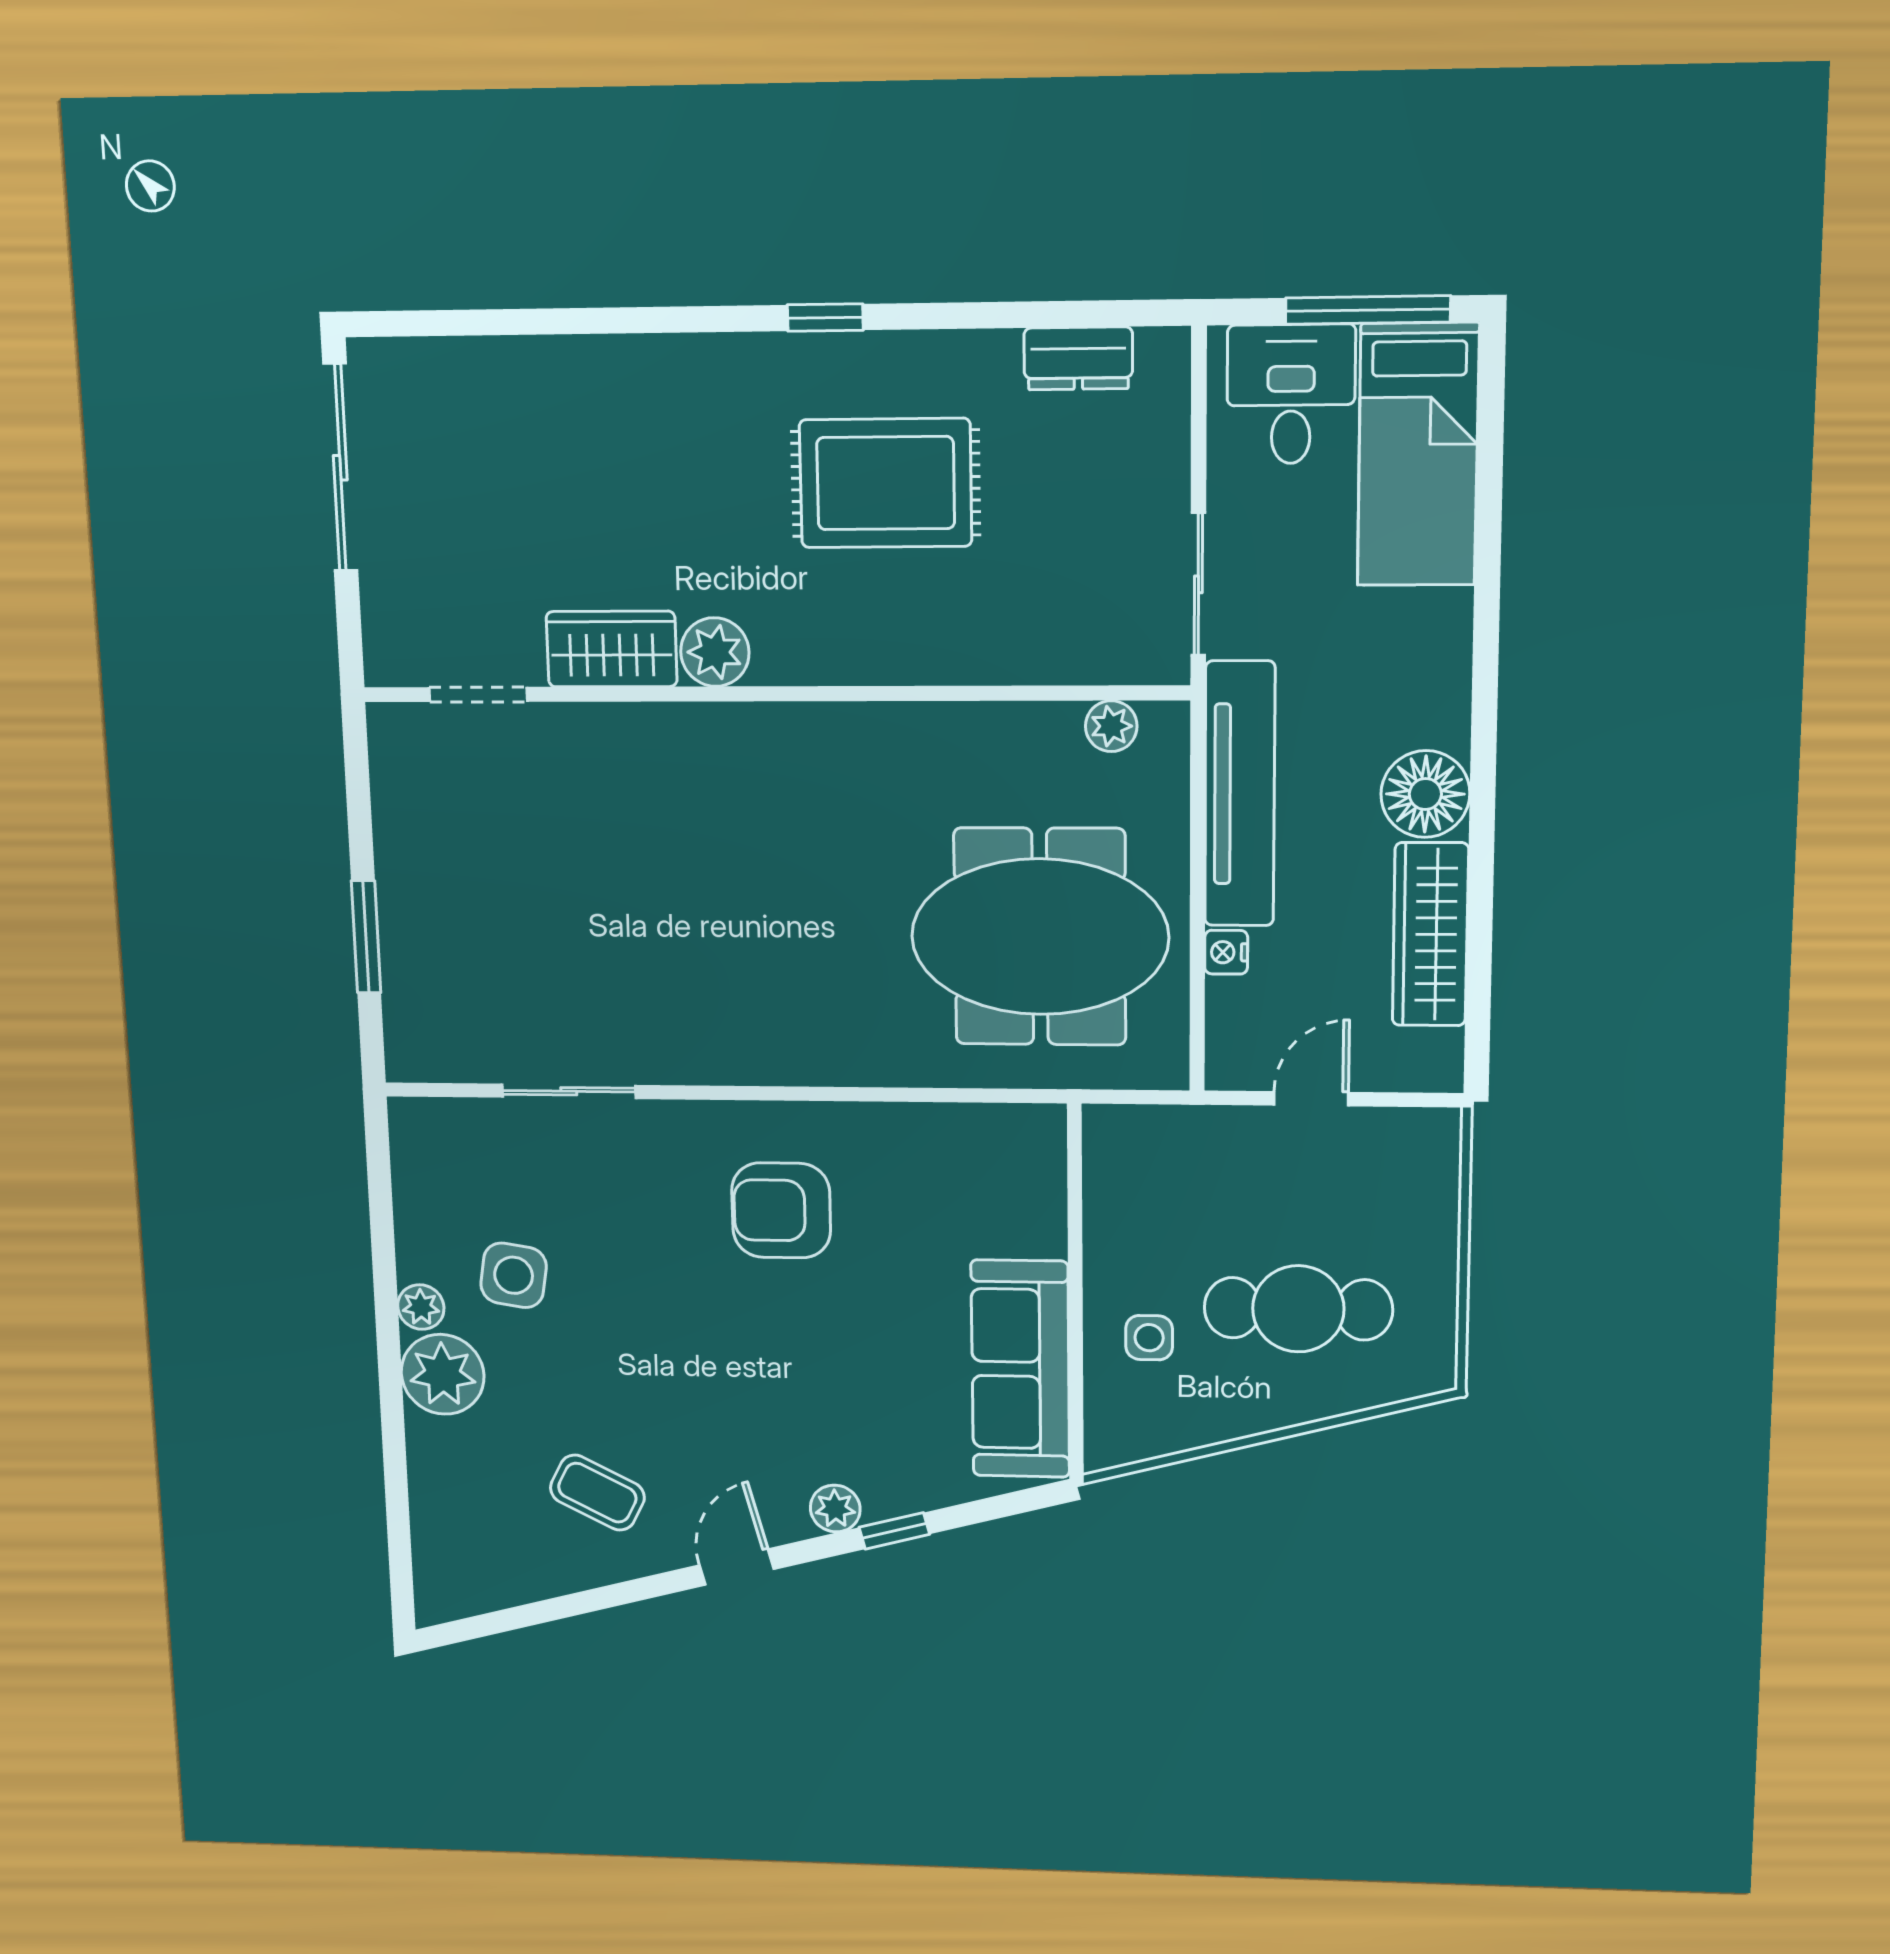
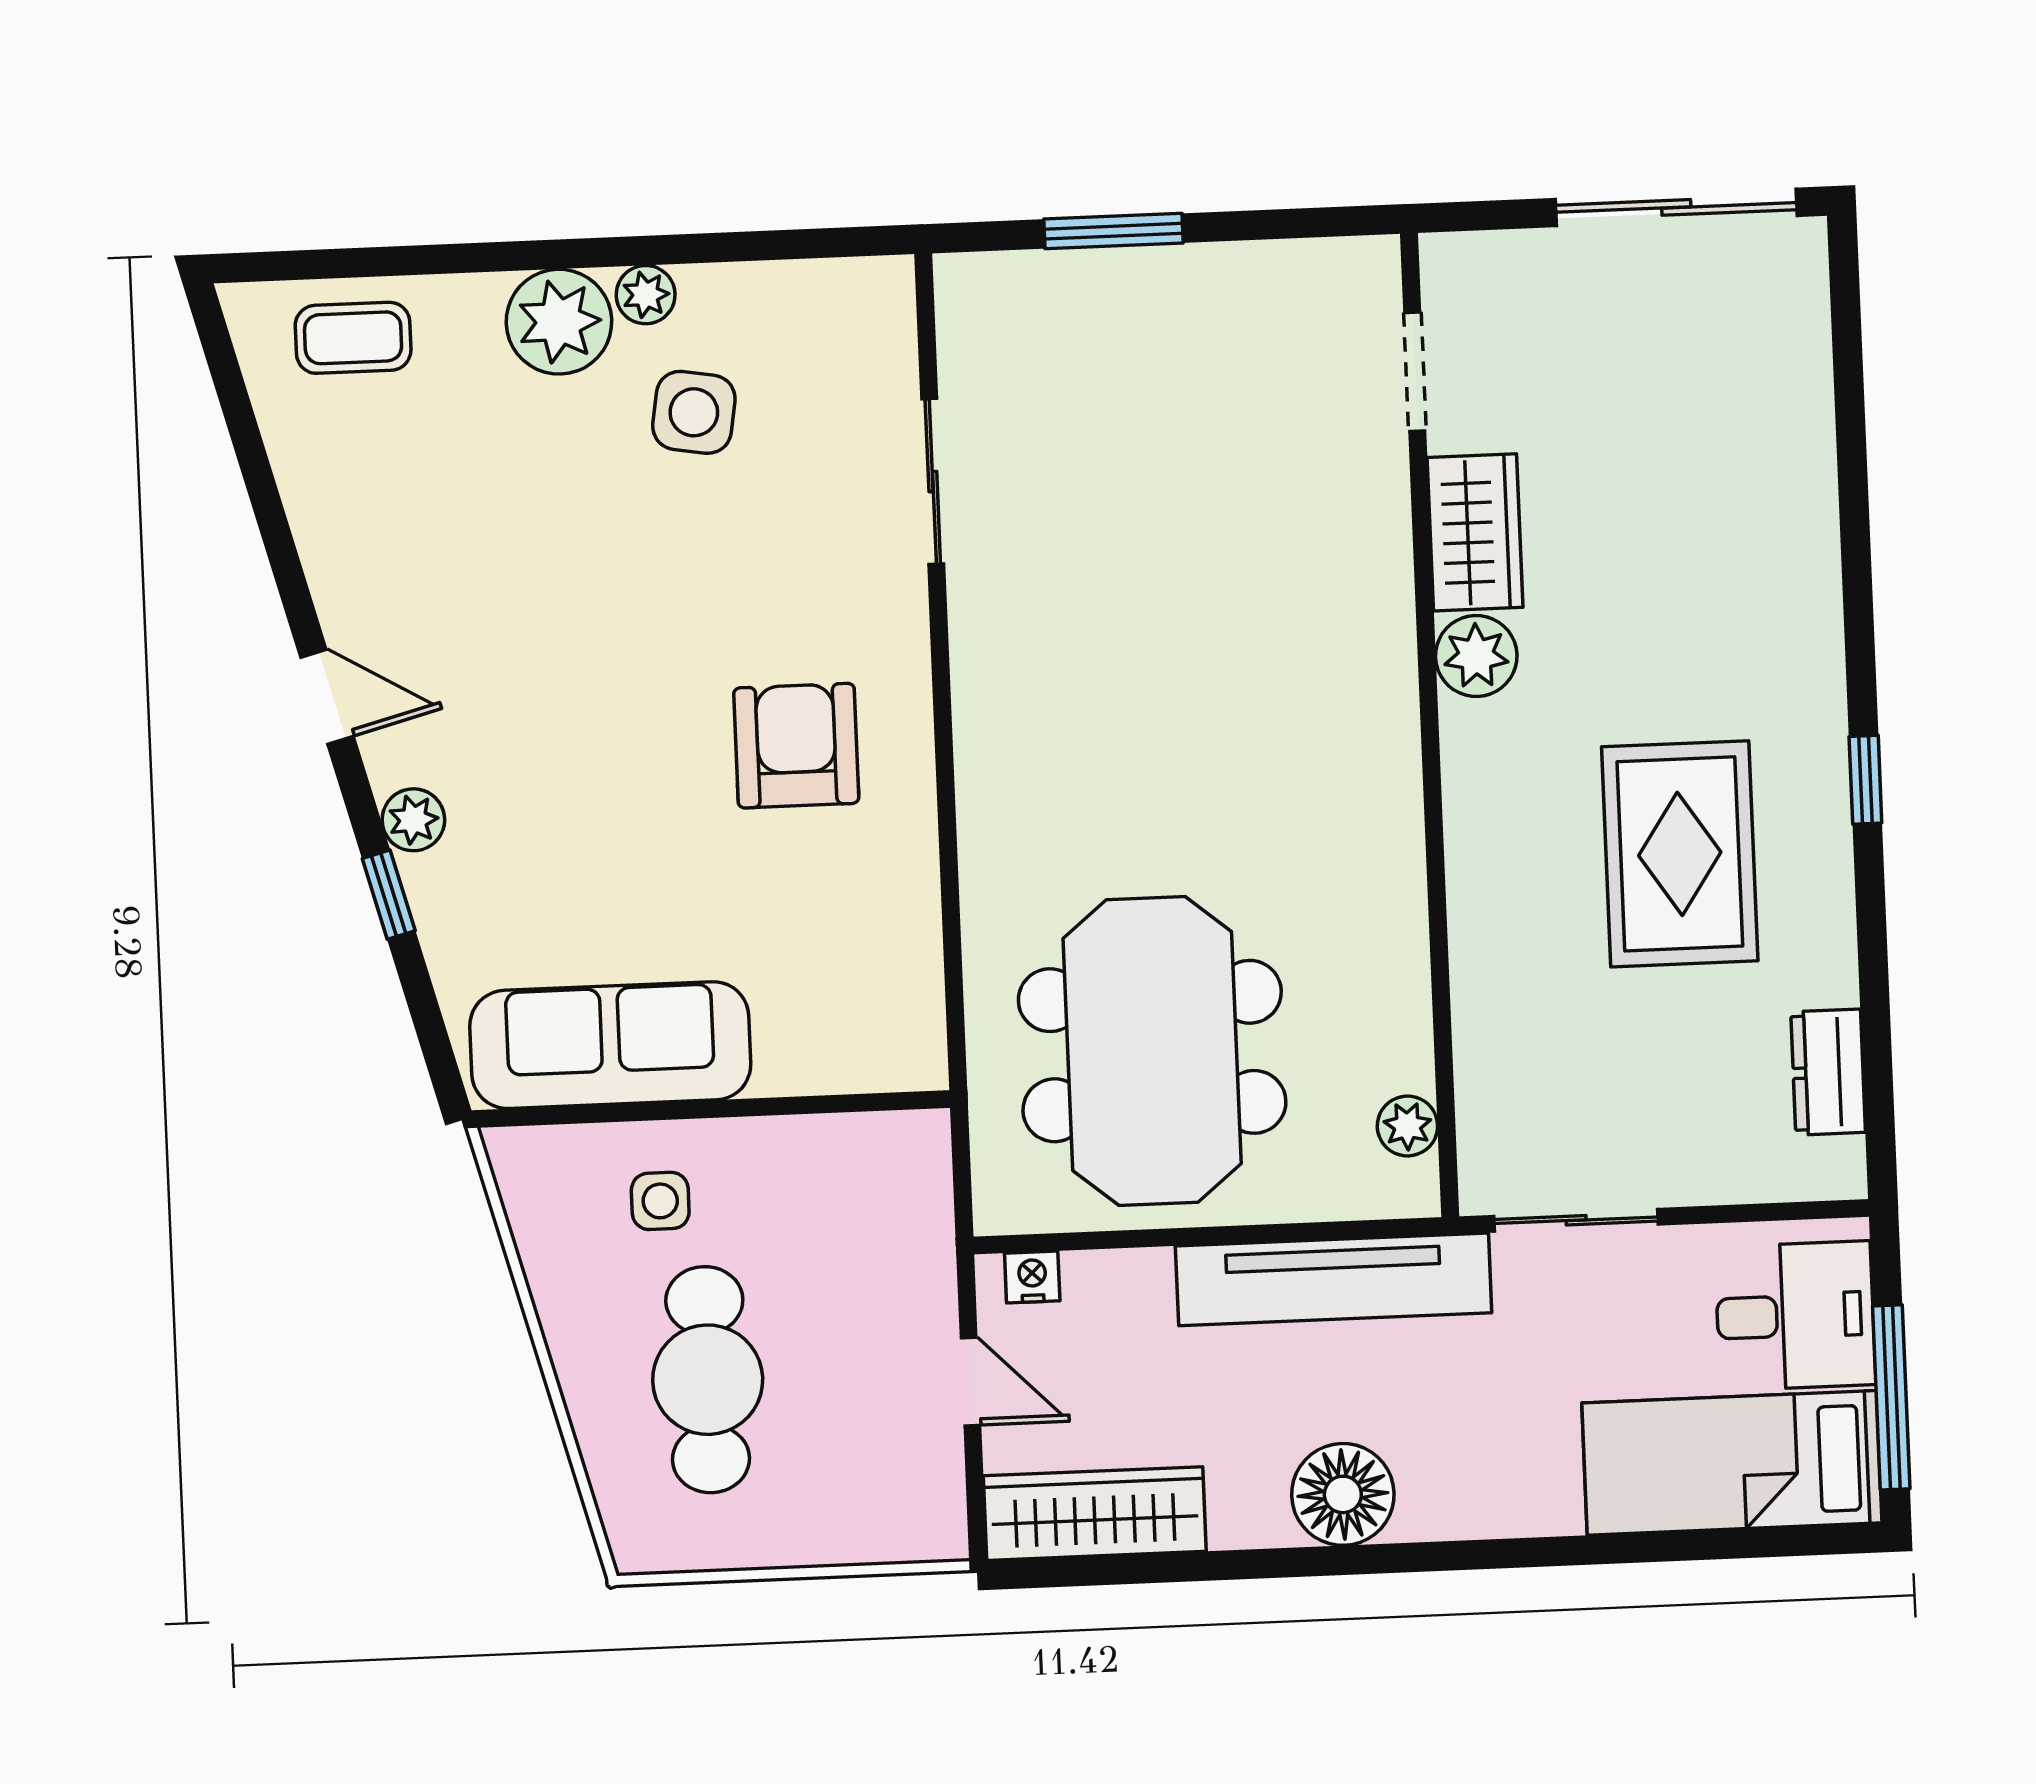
wardrobe: (1430, 934) -> (1095, 1514), moved
nightstand: (1226, 952) -> (1032, 1277), moved
coffee table: (597, 1493) -> (353, 338), moved, turned 63

